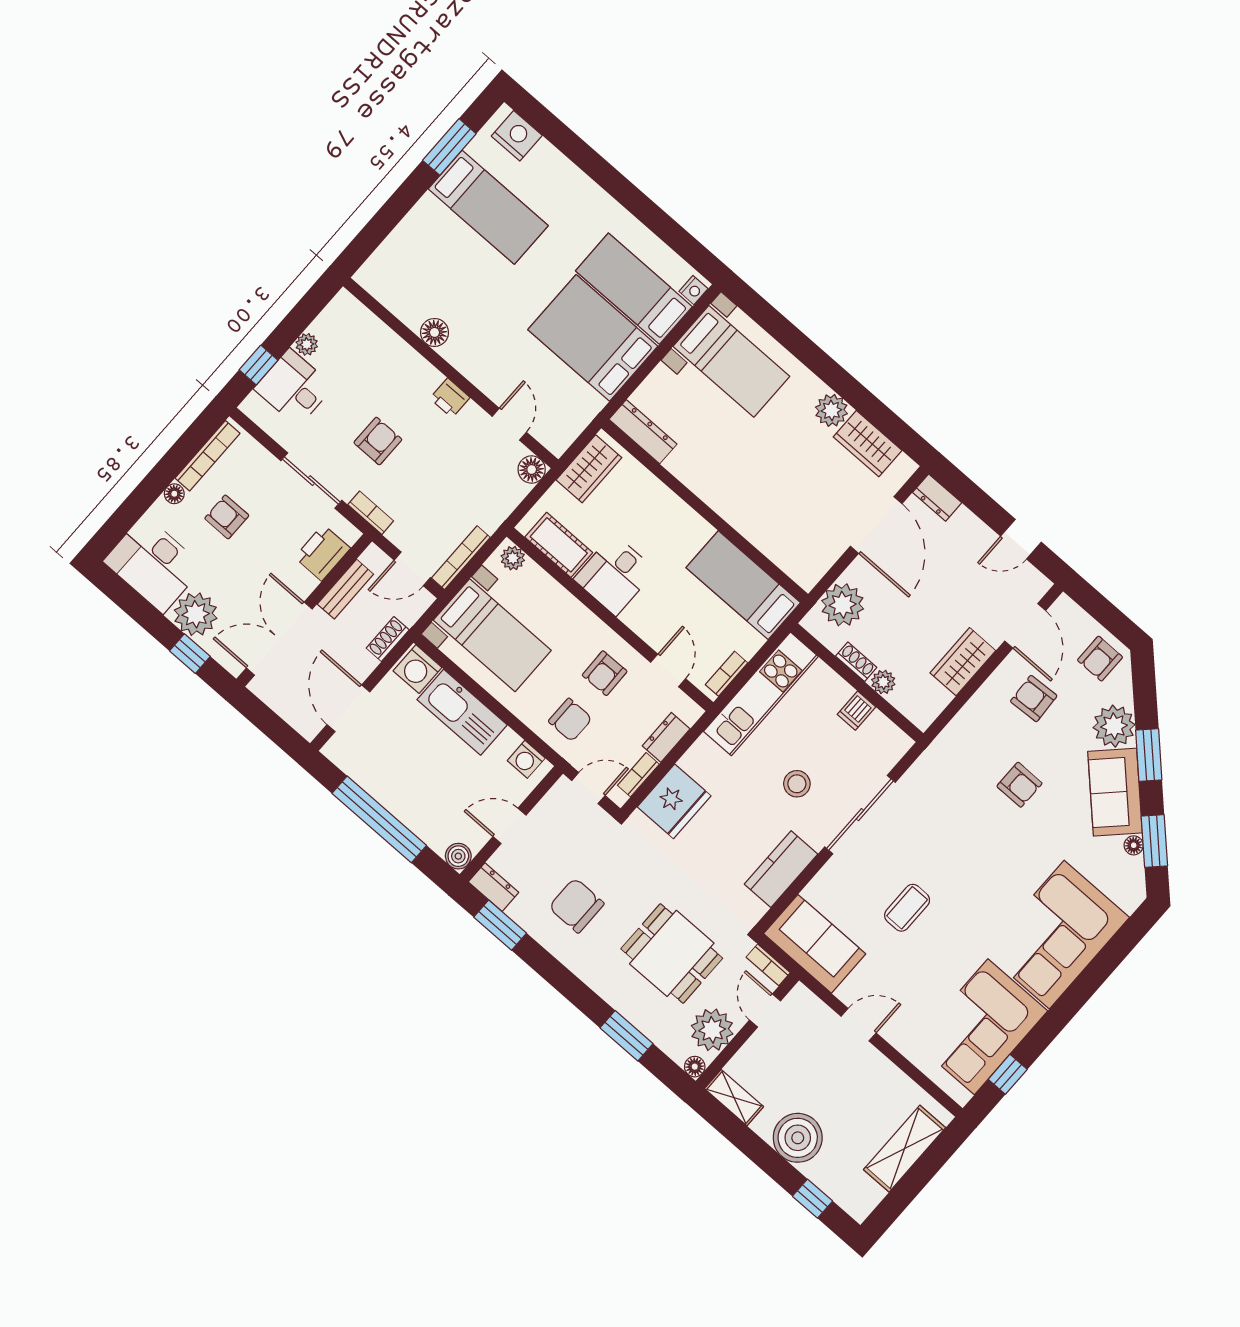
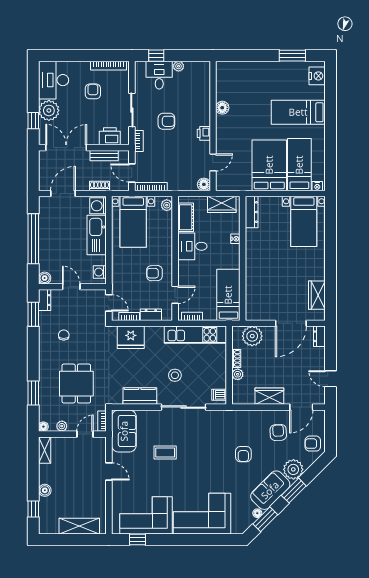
bed: (488, 207) -> (298, 112), moved, turned 90
plant: (831, 410) -> (317, 272), removed
floor lamp: (174, 494) -> (85, 66), removed
nightstand: (663, 495) -> (235, 239), added
dishwasher: (856, 711) -> (219, 395), moved
chair: (570, 720) -> (127, 275), removed
chair: (576, 905) -> (64, 335), width x0.54, depth x0.54
plant: (712, 1030) -> (62, 426), width x0.53, depth x0.53
boiler: (798, 1138) -> (45, 490), width x0.54, depth x0.54

